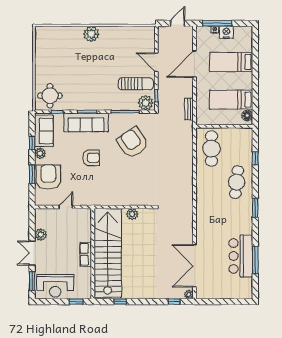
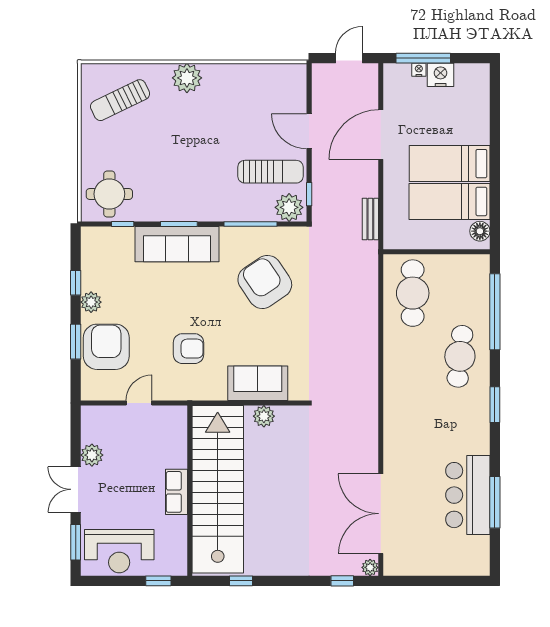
sun lounger: (56, 46) -> (120, 100), added
bed: (231, 62) -> (450, 164), moved
sofa: (44, 131) -> (258, 383), moved, turned -90
armchair: (91, 158) -> (188, 349), moved
window: (255, 158) -> (495, 312), width x3.17

